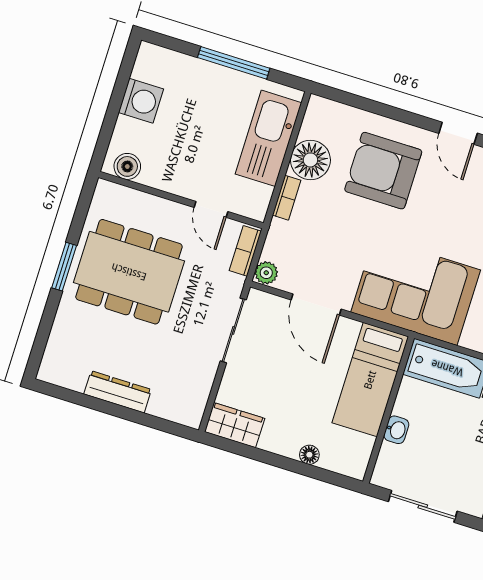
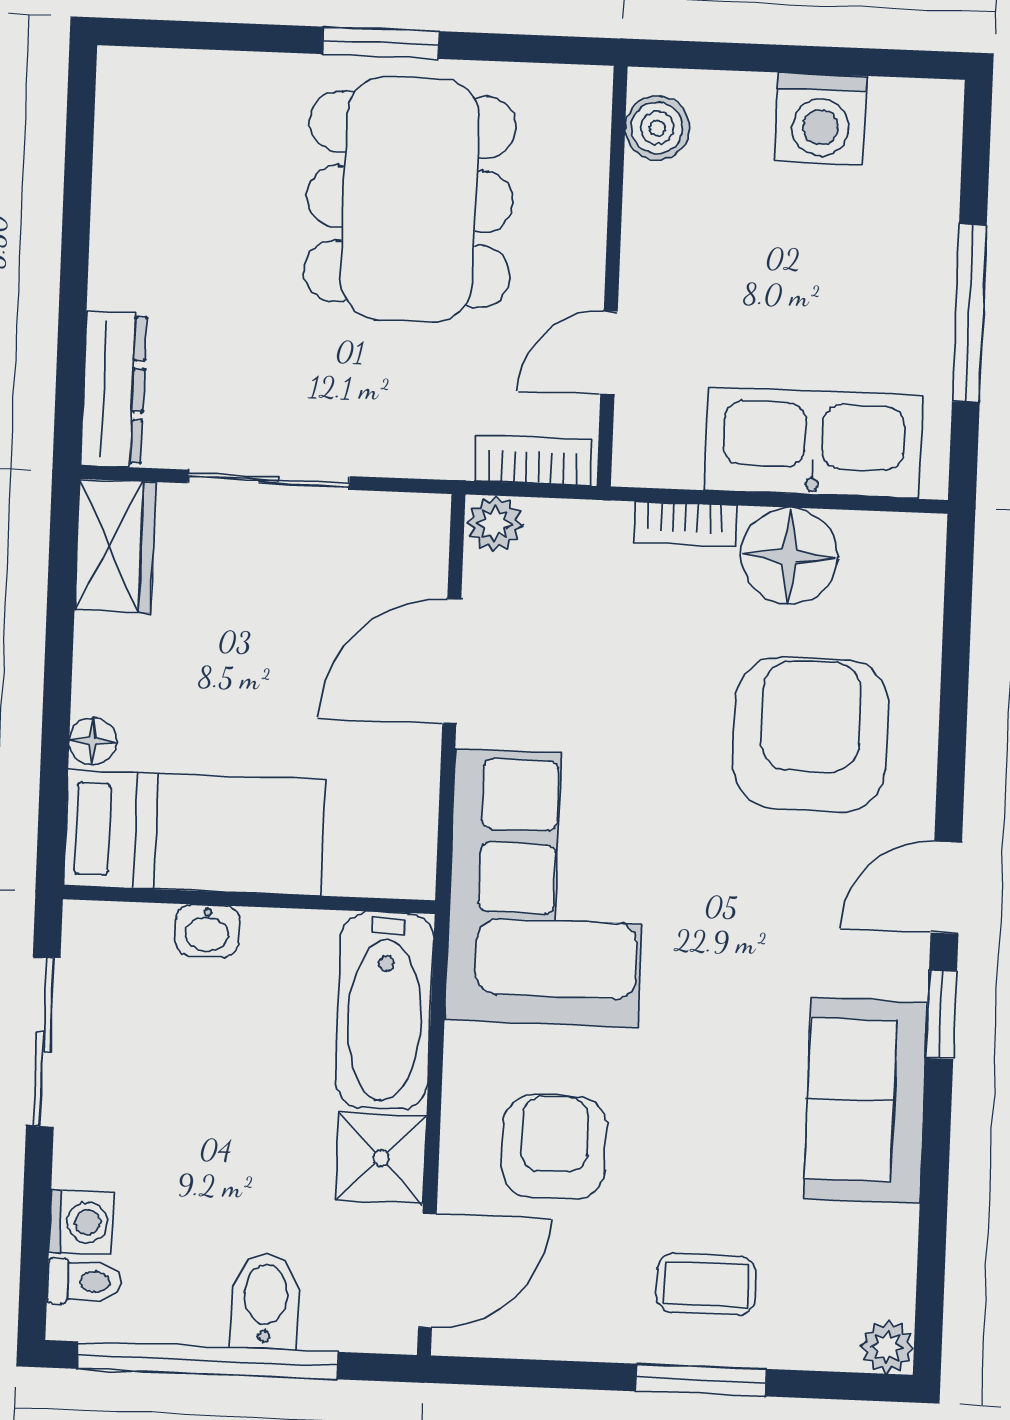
sliding door: (233, 330) -> (269, 480), moved
bed: (370, 380) -> (194, 833), moved, turned 180
dresser: (118, 392) -> (114, 389), moved

